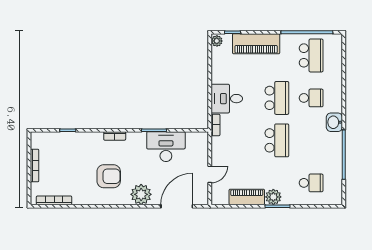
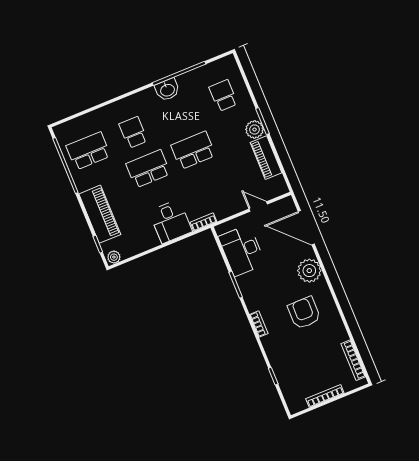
washbasin: (334, 122) -> (167, 90), moved
desk: (166, 147) -> (242, 250), moved

